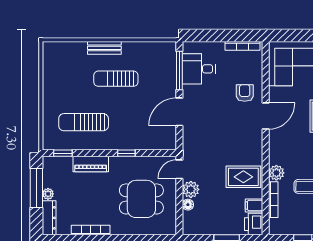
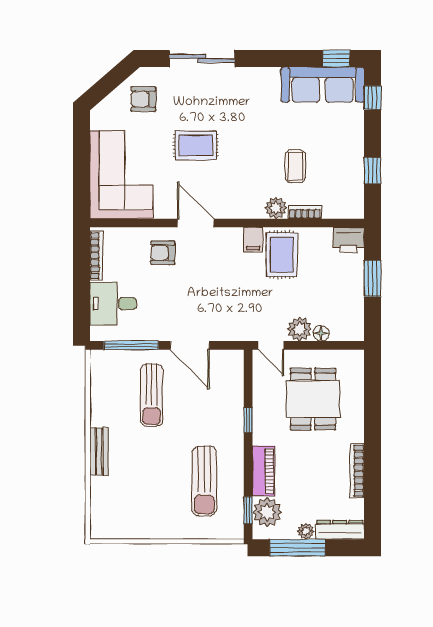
desk: (199, 69) -> (113, 304), moved, turned 90
sun lounger: (116, 79) -> (152, 395), moved
plant: (61, 166) -> (267, 512), added
bookcase: (273, 200) -> (305, 212), width x0.64
filing cabinet: (254, 205) -> (253, 240), moved

